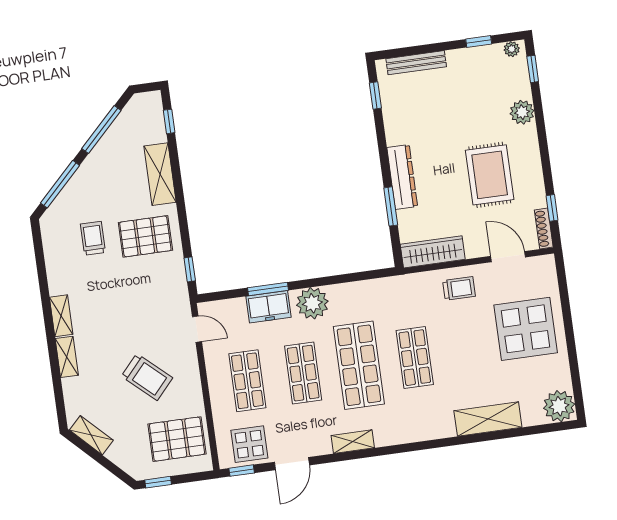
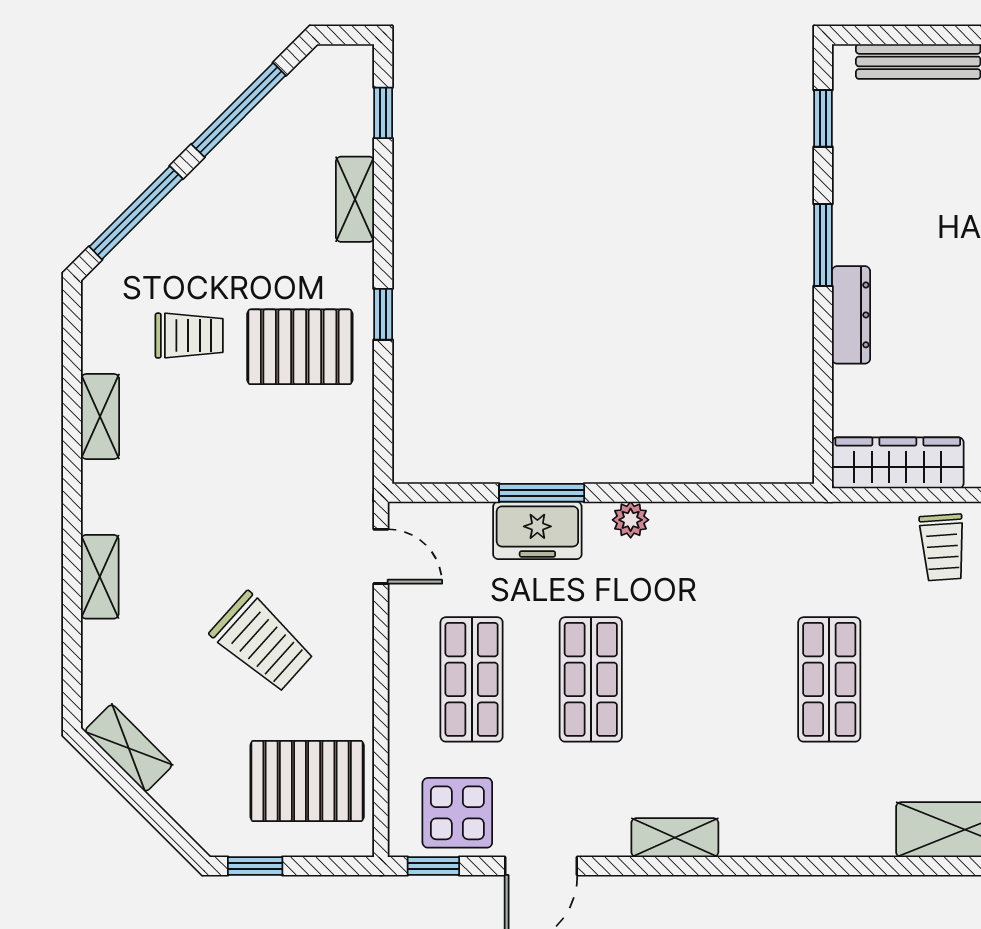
shelving: (160, 174) -> (355, 199), width x0.67, depth x0.75
dresser: (402, 177) -> (851, 315), width x0.73, depth x0.80
window: (391, 206) -> (823, 245), moved
trolley: (93, 238) -> (189, 336), turned 90
window: (190, 269) -> (383, 314), moved
trolley: (459, 288) -> (942, 547), turned 86
plant: (312, 303) -> (631, 520), width x0.53, depth x0.53
shelving: (61, 316) -> (100, 416), moved
shop shelf: (359, 365) -> (710, 679), removed

